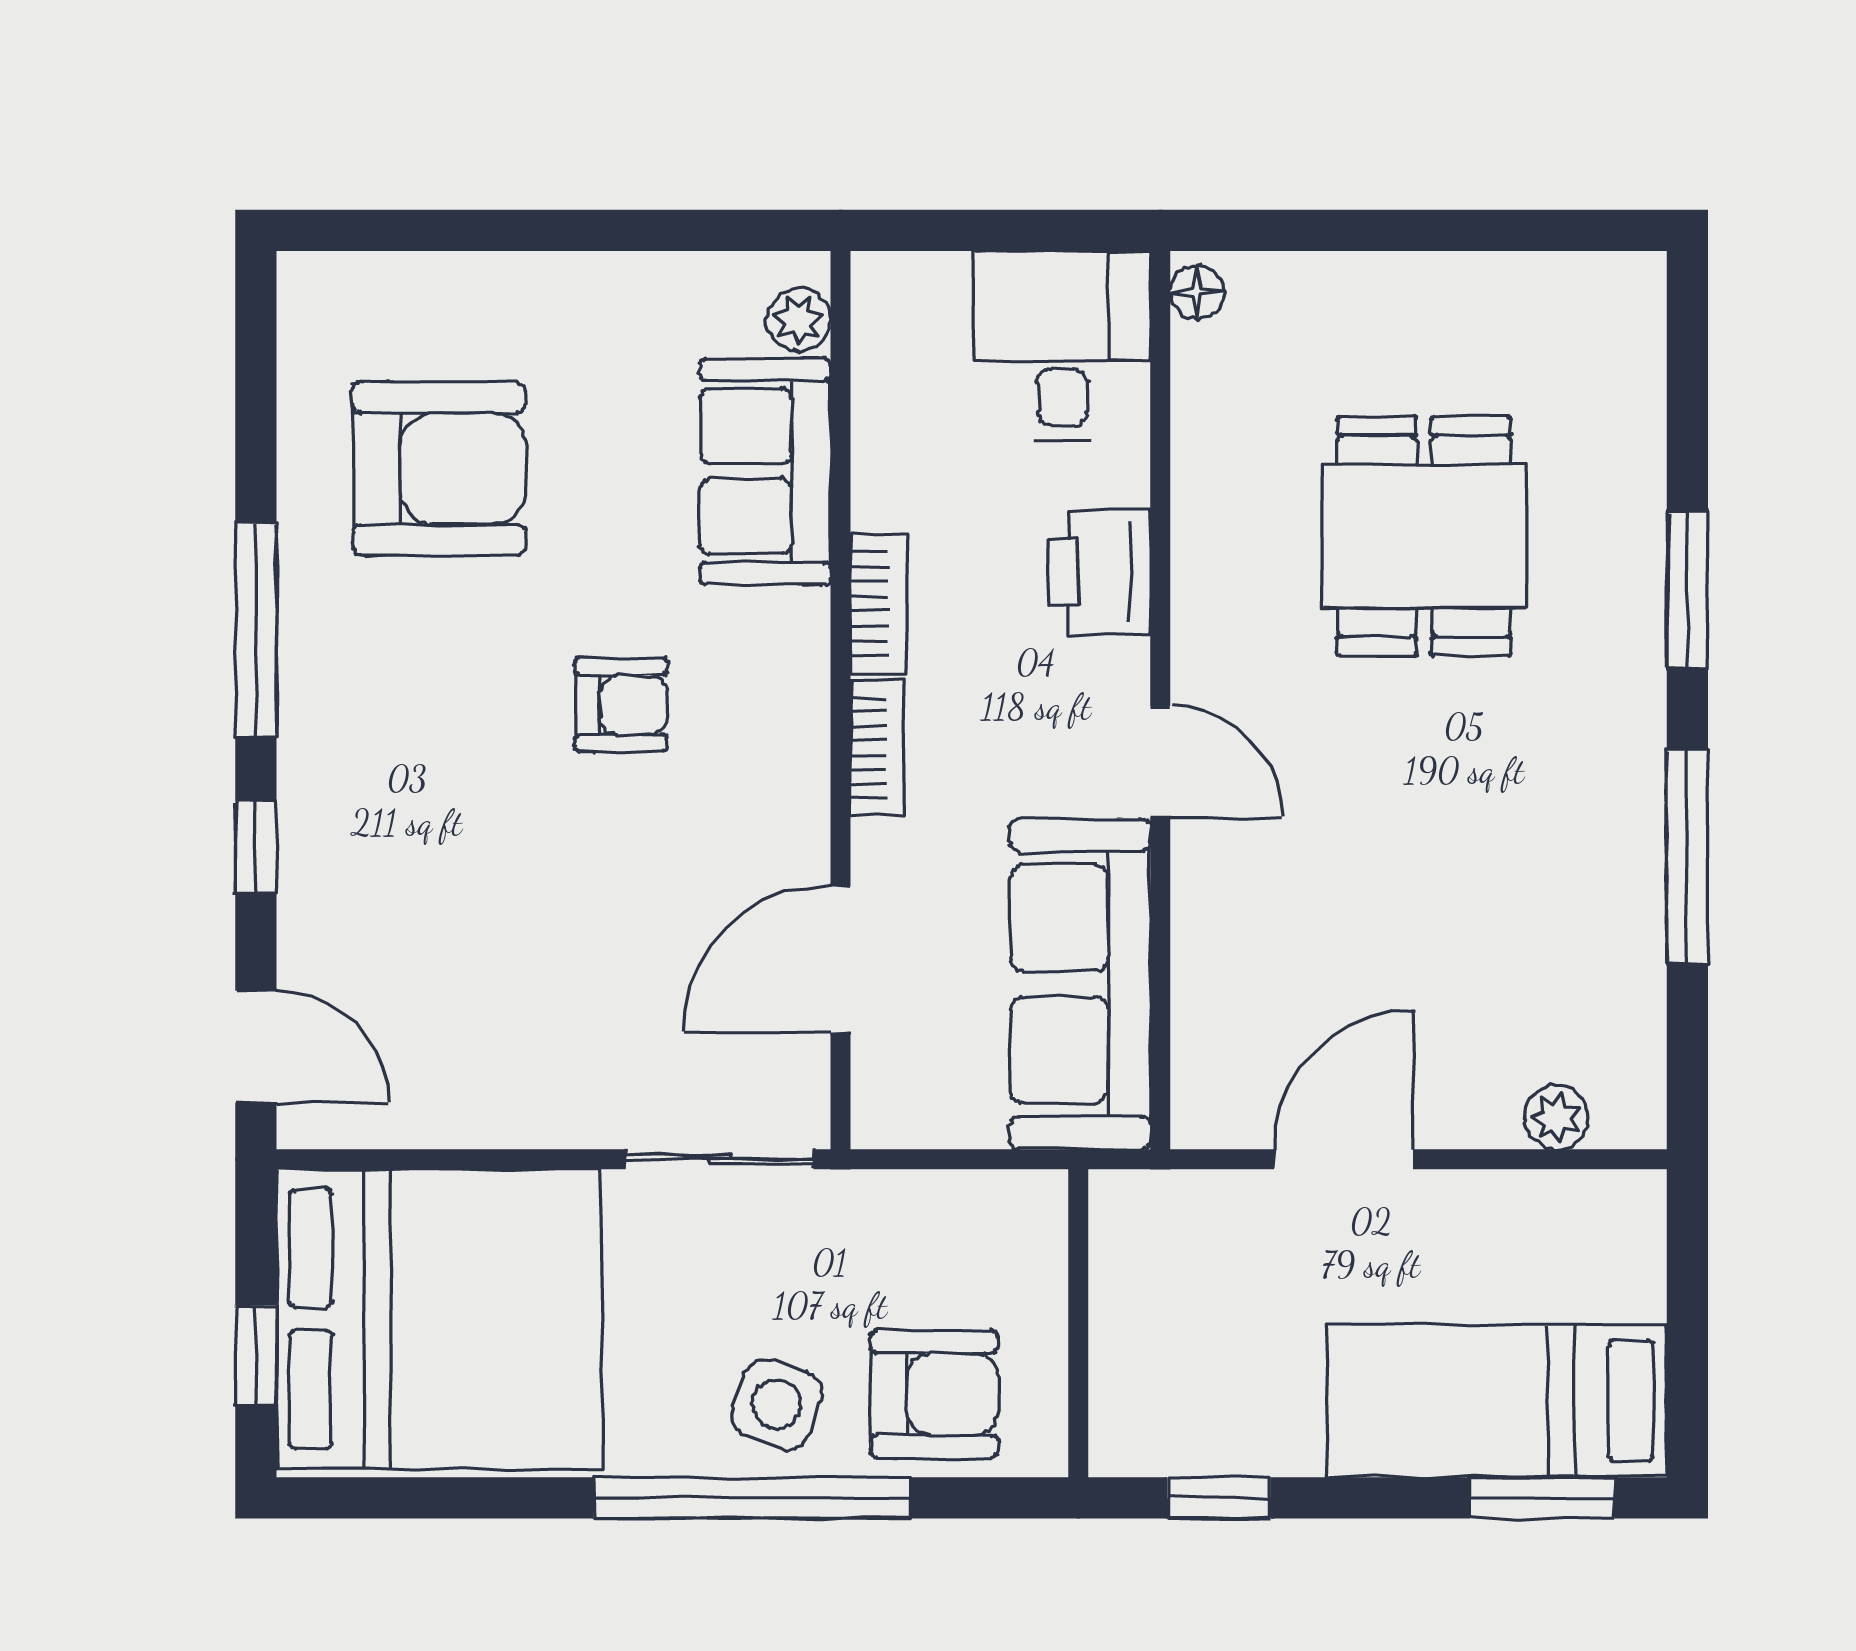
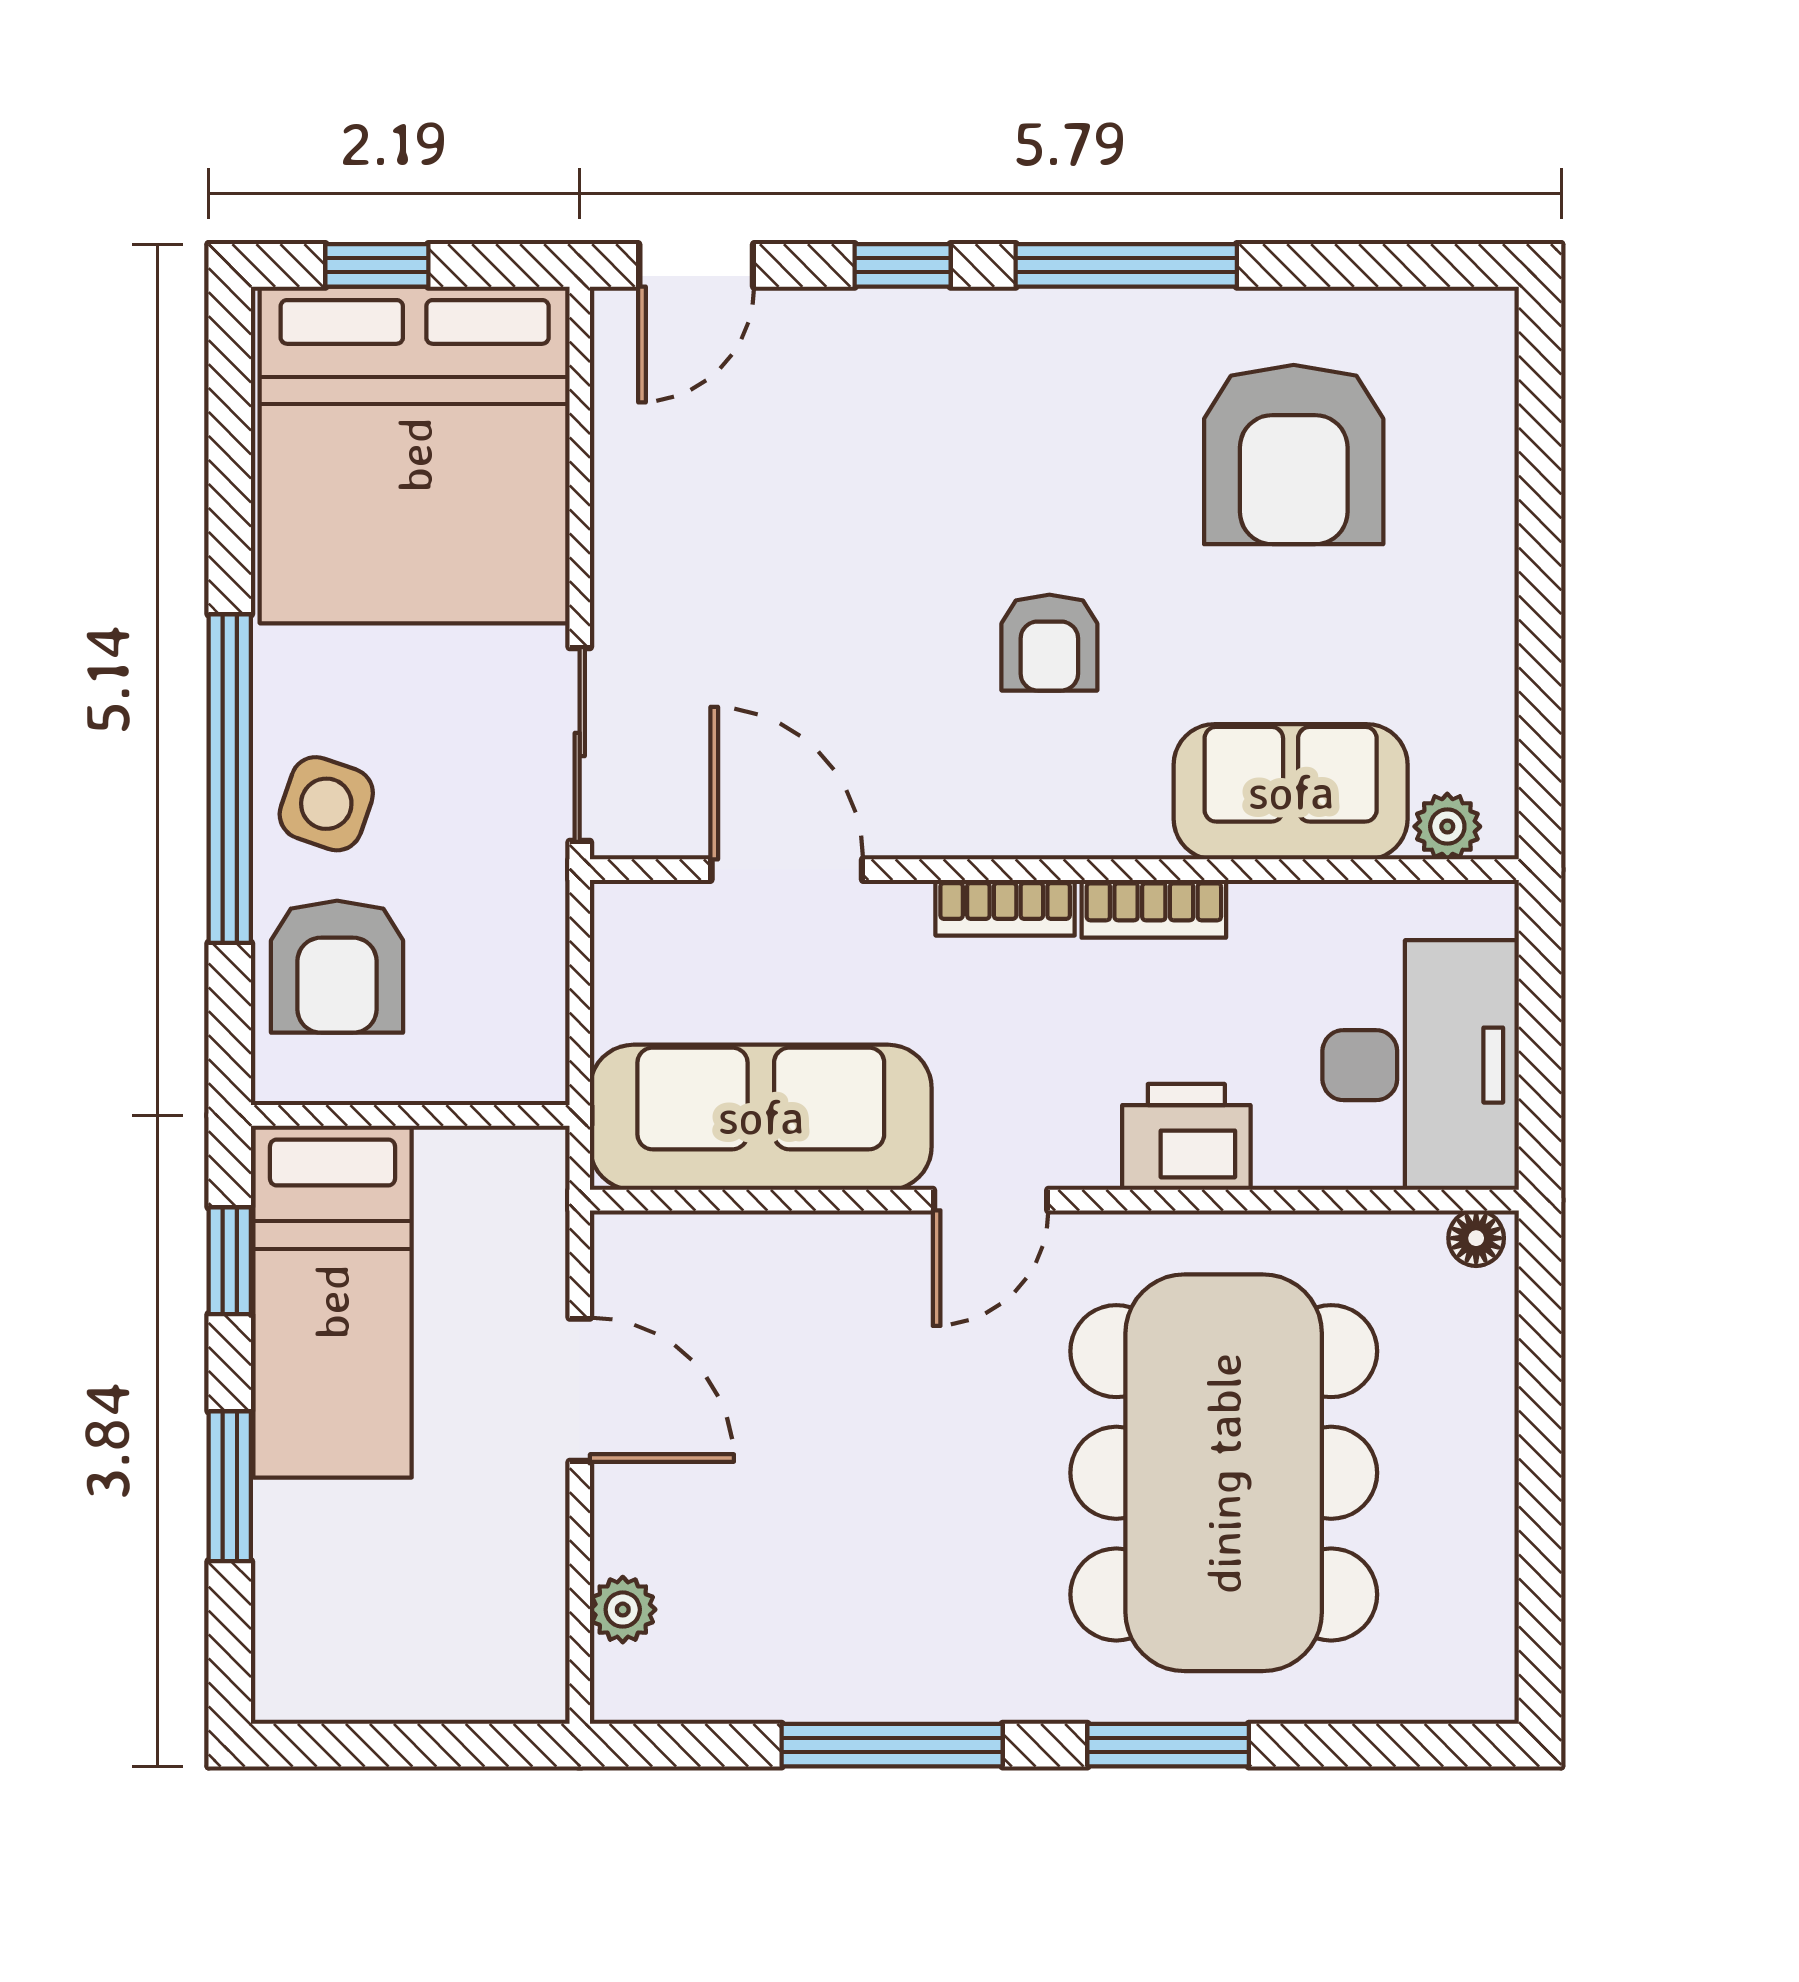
desk: (1062, 346) -> (1421, 1065), width x1.37
dining table: (1424, 536) -> (1224, 1473), width x1.88, depth x1.24
bed: (1497, 1401) -> (332, 1302), moved, turned 180
window: (1542, 1498) -> (230, 1486), moved

